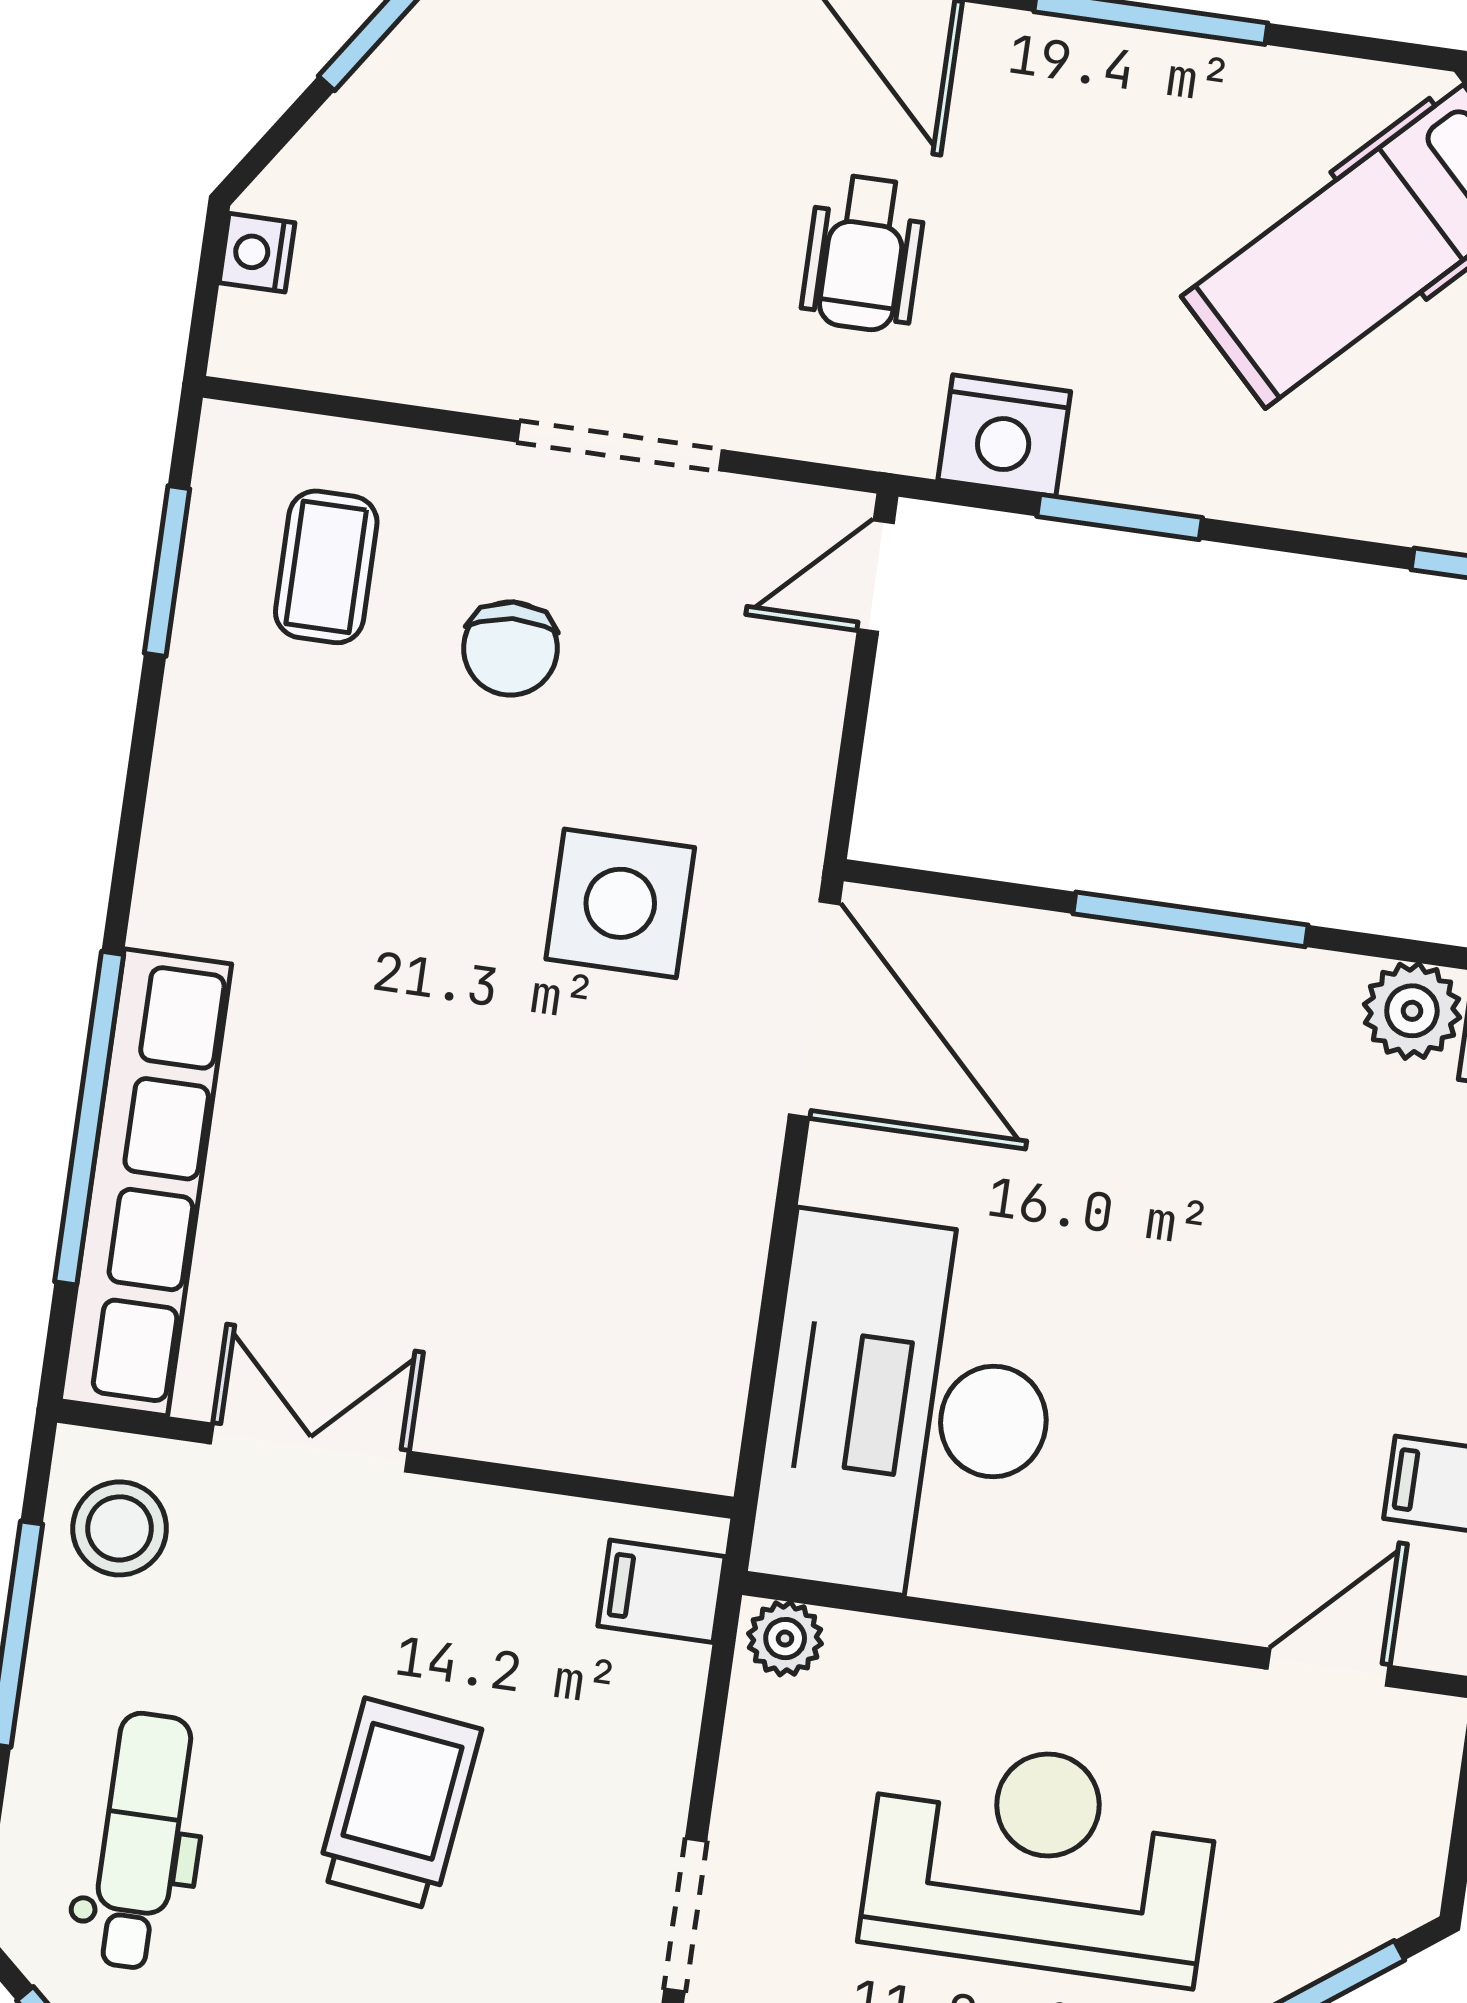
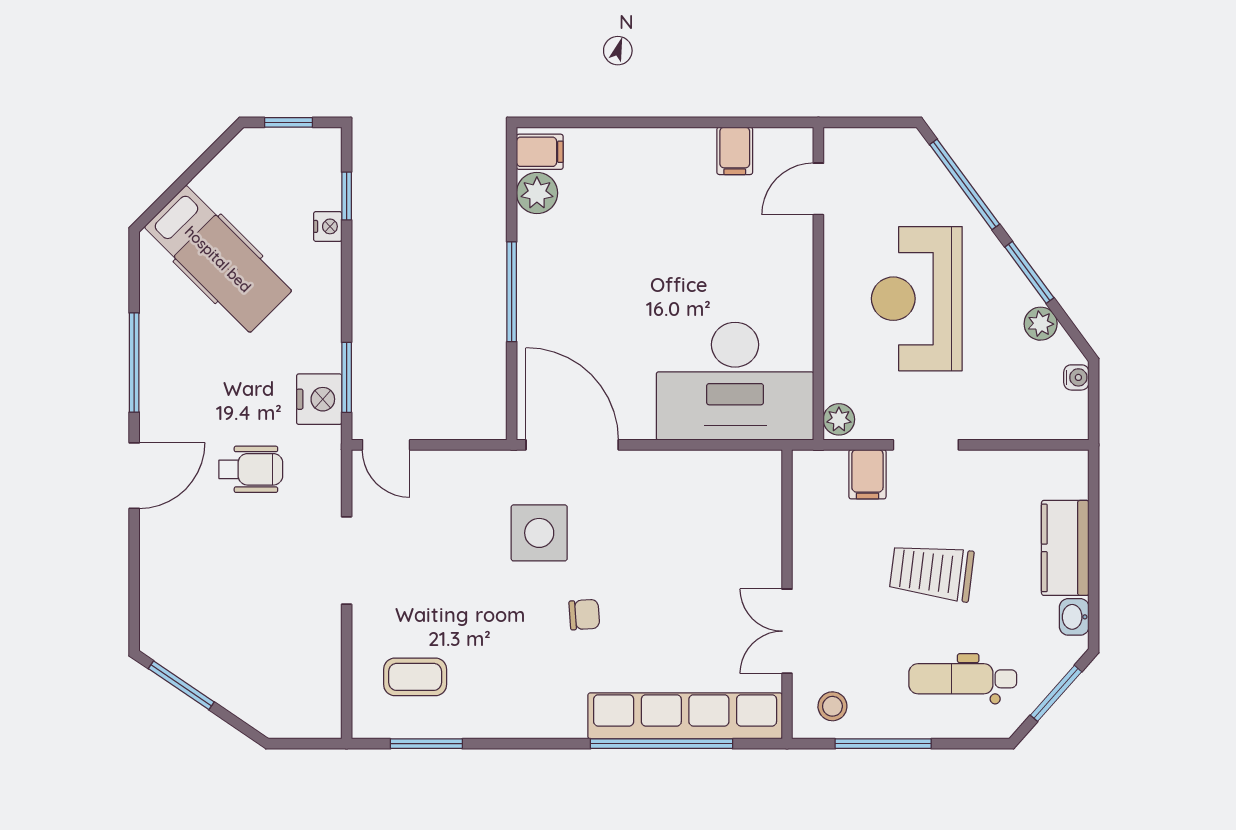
nightstand: (257, 253) -> (328, 226), moved, turned -90
window: (1120, 517) -> (347, 377), moved
chair: (510, 649) -> (584, 615), moved, width x0.73, depth x0.73
door: (814, 1009) -> (572, 445), hinge flipped
stool: (120, 1528) -> (832, 706), width x0.73, depth x0.73
filing cabinet: (662, 1591) -> (867, 474), moved
door: (1328, 1667) -> (818, 189), hinge flipped
doorway: (685, 1915) -> (926, 445), moved

